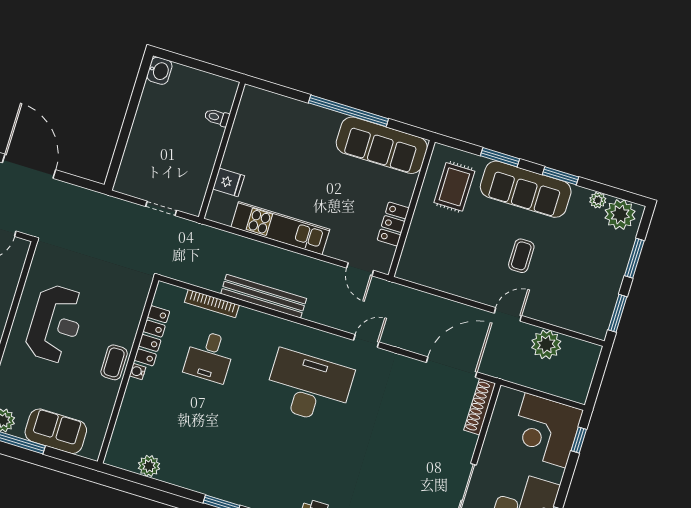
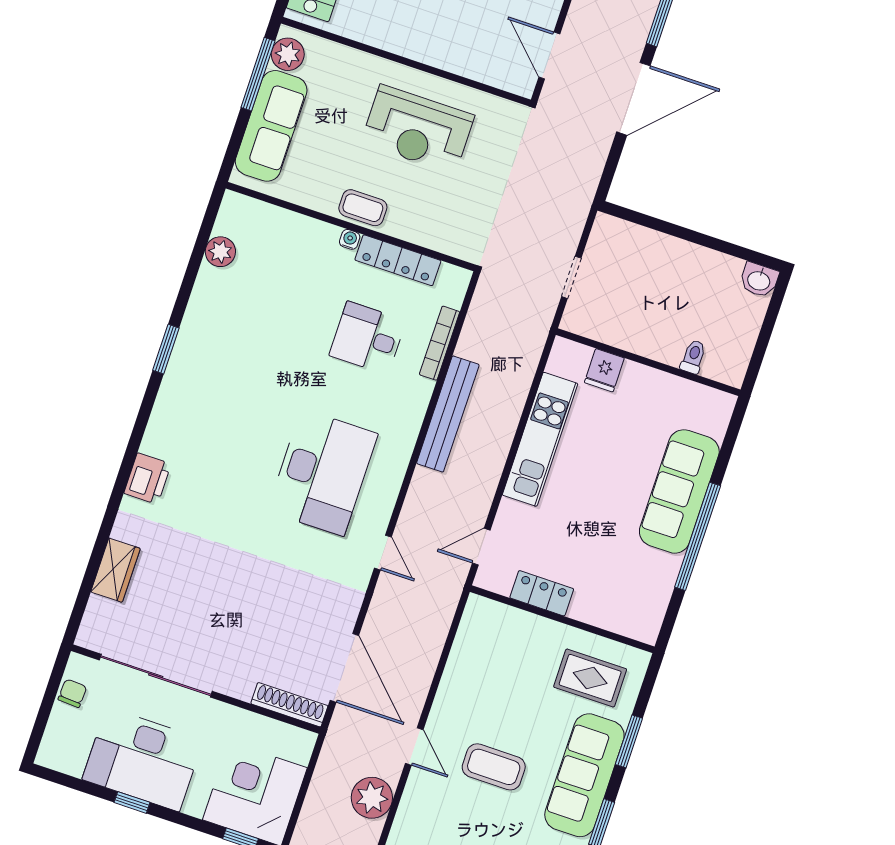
sofa: (382, 145) -> (679, 491), moved
coffee table: (521, 256) -> (494, 767), width x1.36, depth x1.30
sofa: (56, 431) -> (271, 126), width x1.36

